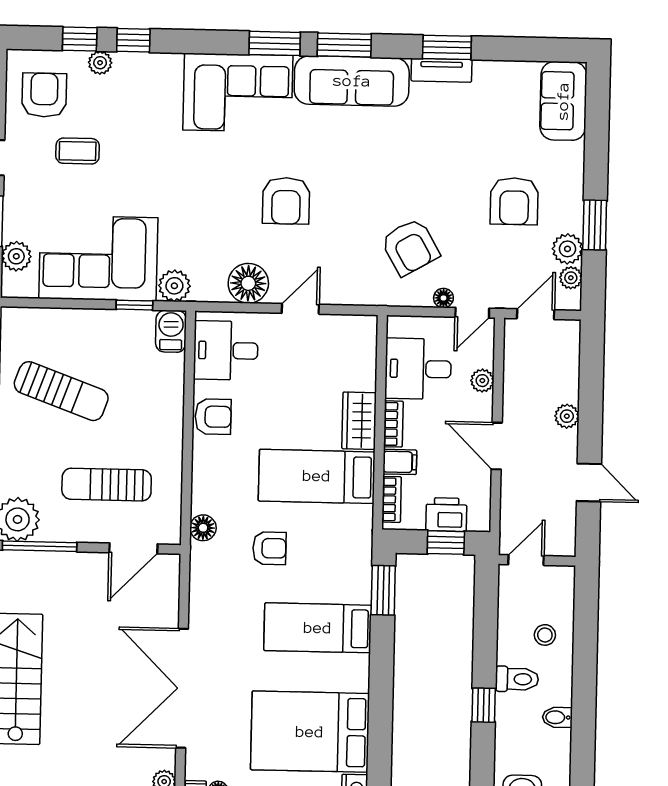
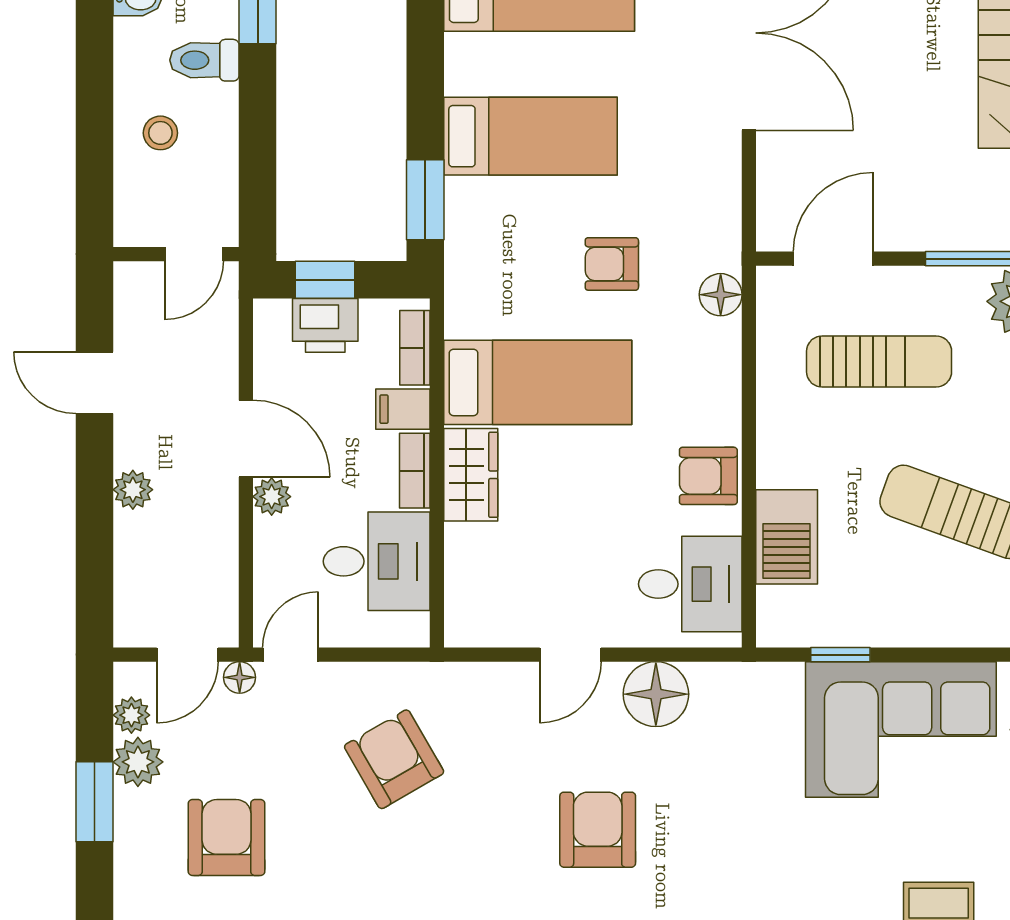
plant: (174, 286) -> (776, 687), removed
floor lamp: (443, 298) -> (240, 677), moved
barbecue: (171, 331) -> (787, 537), moved, width x1.38, depth x1.27
plant: (482, 381) -> (272, 497), moved

